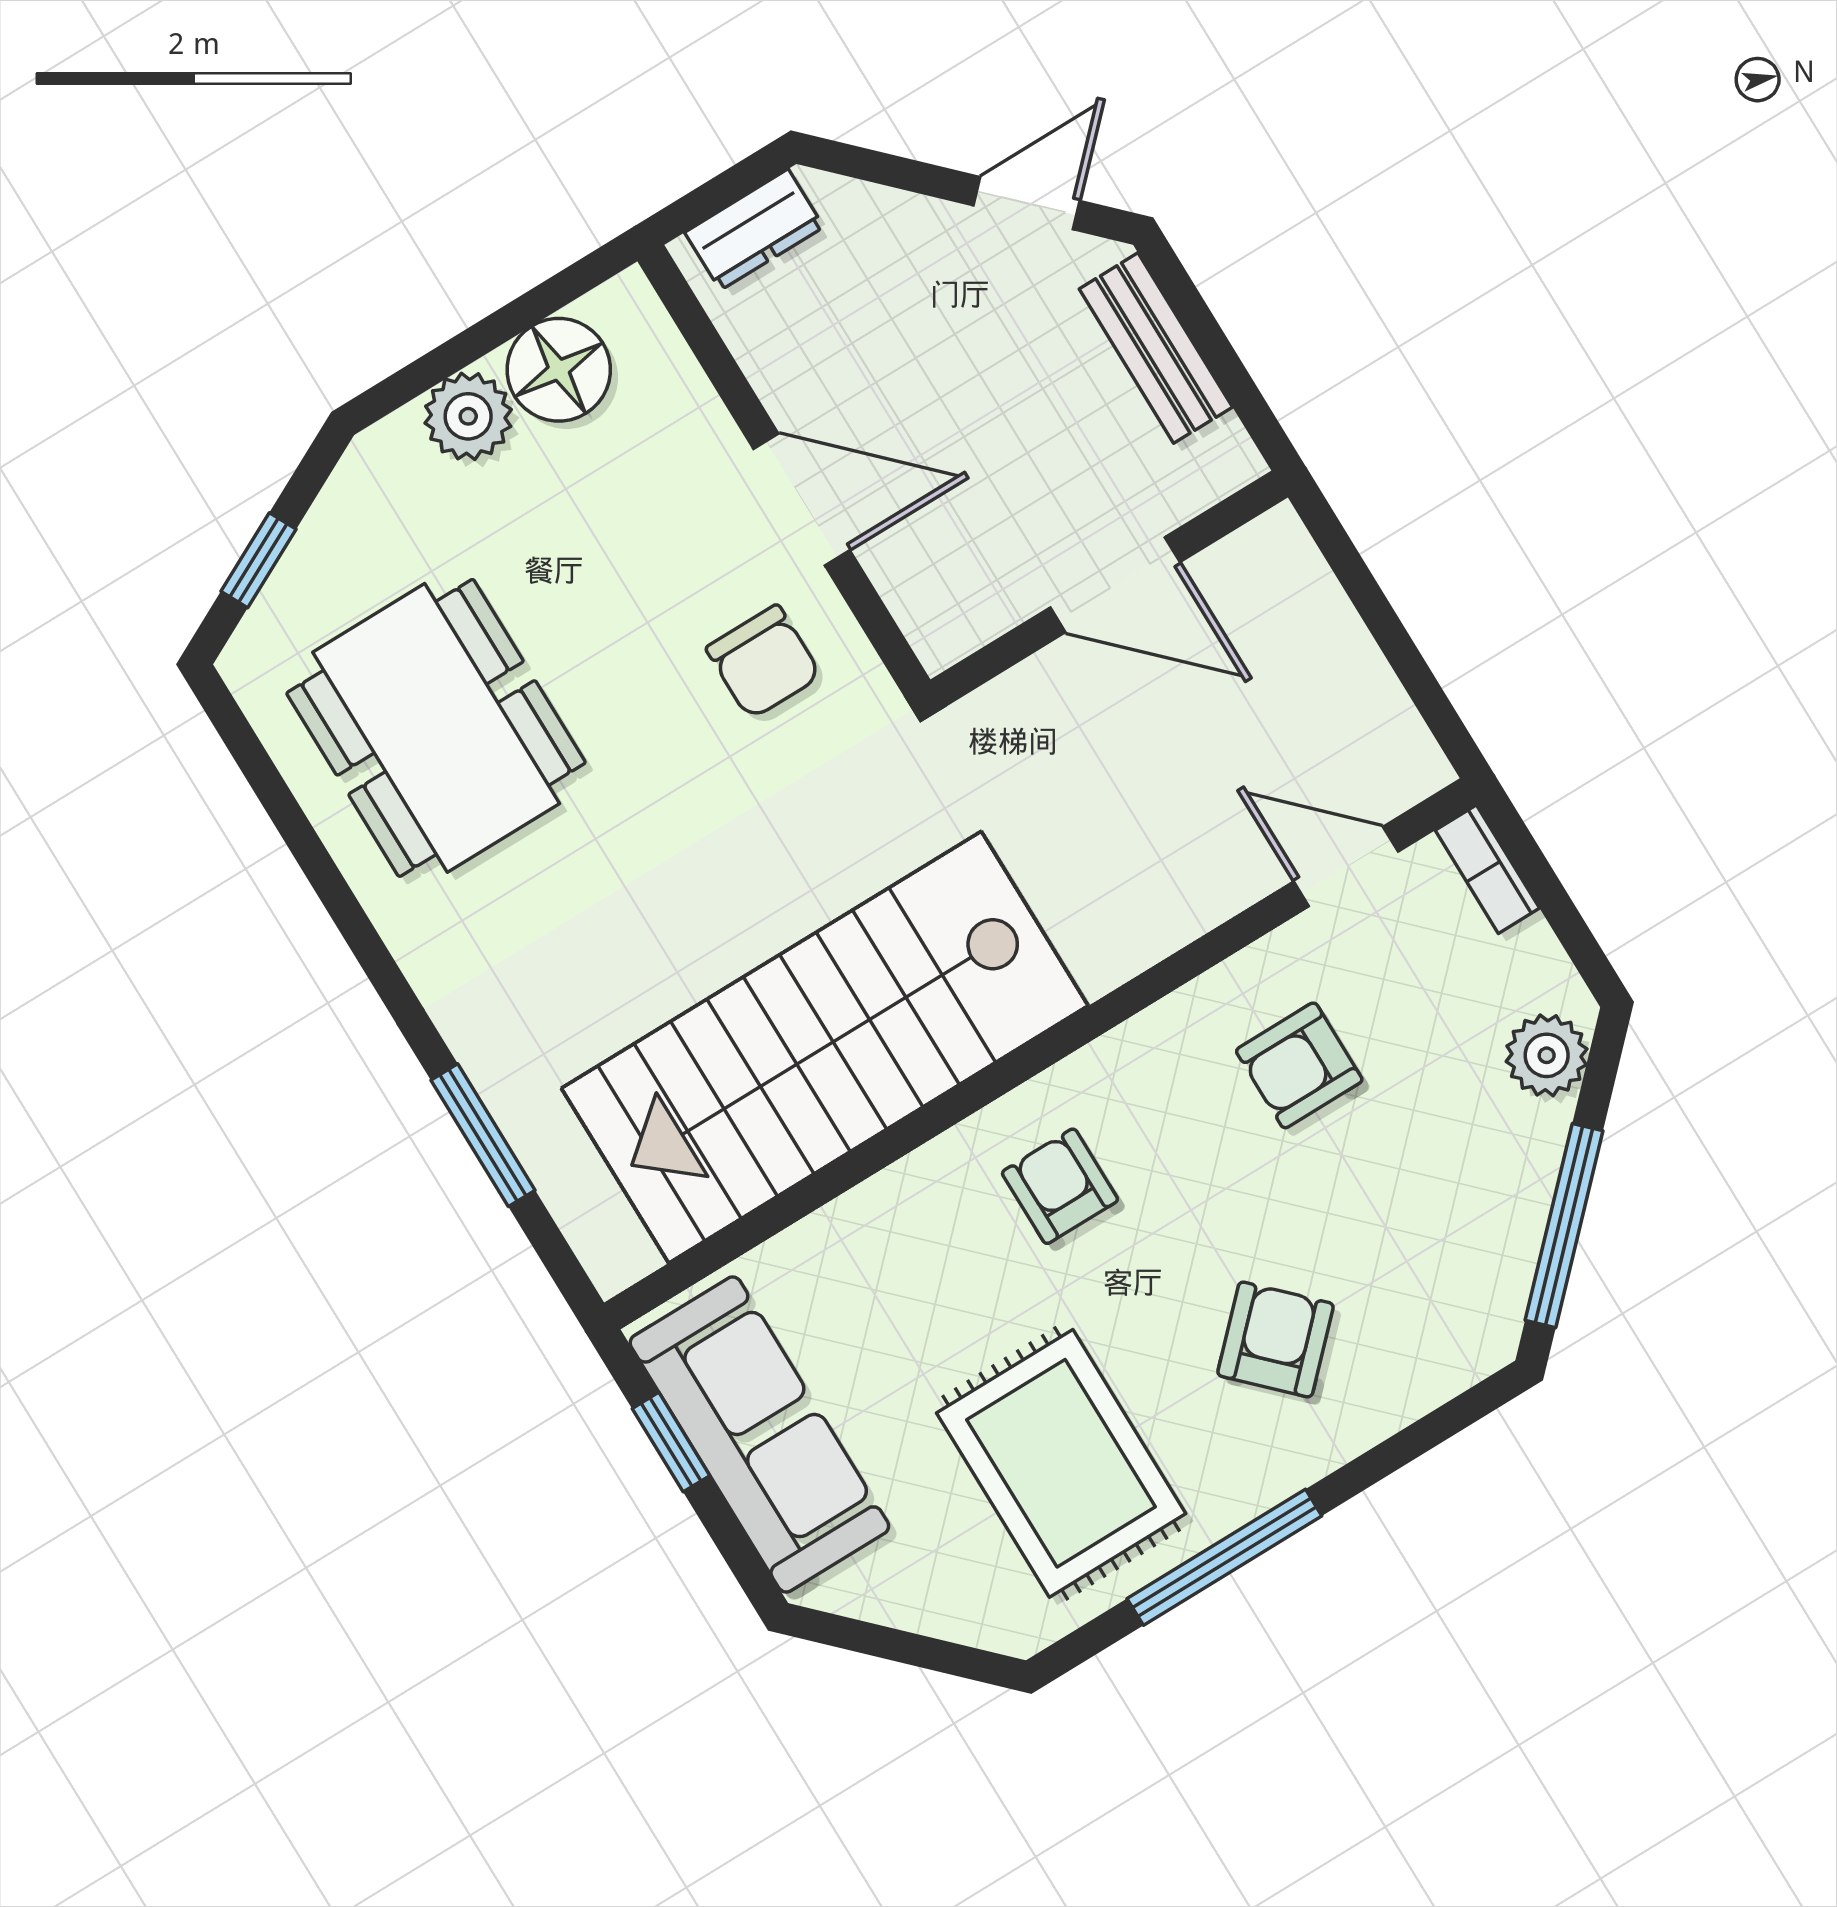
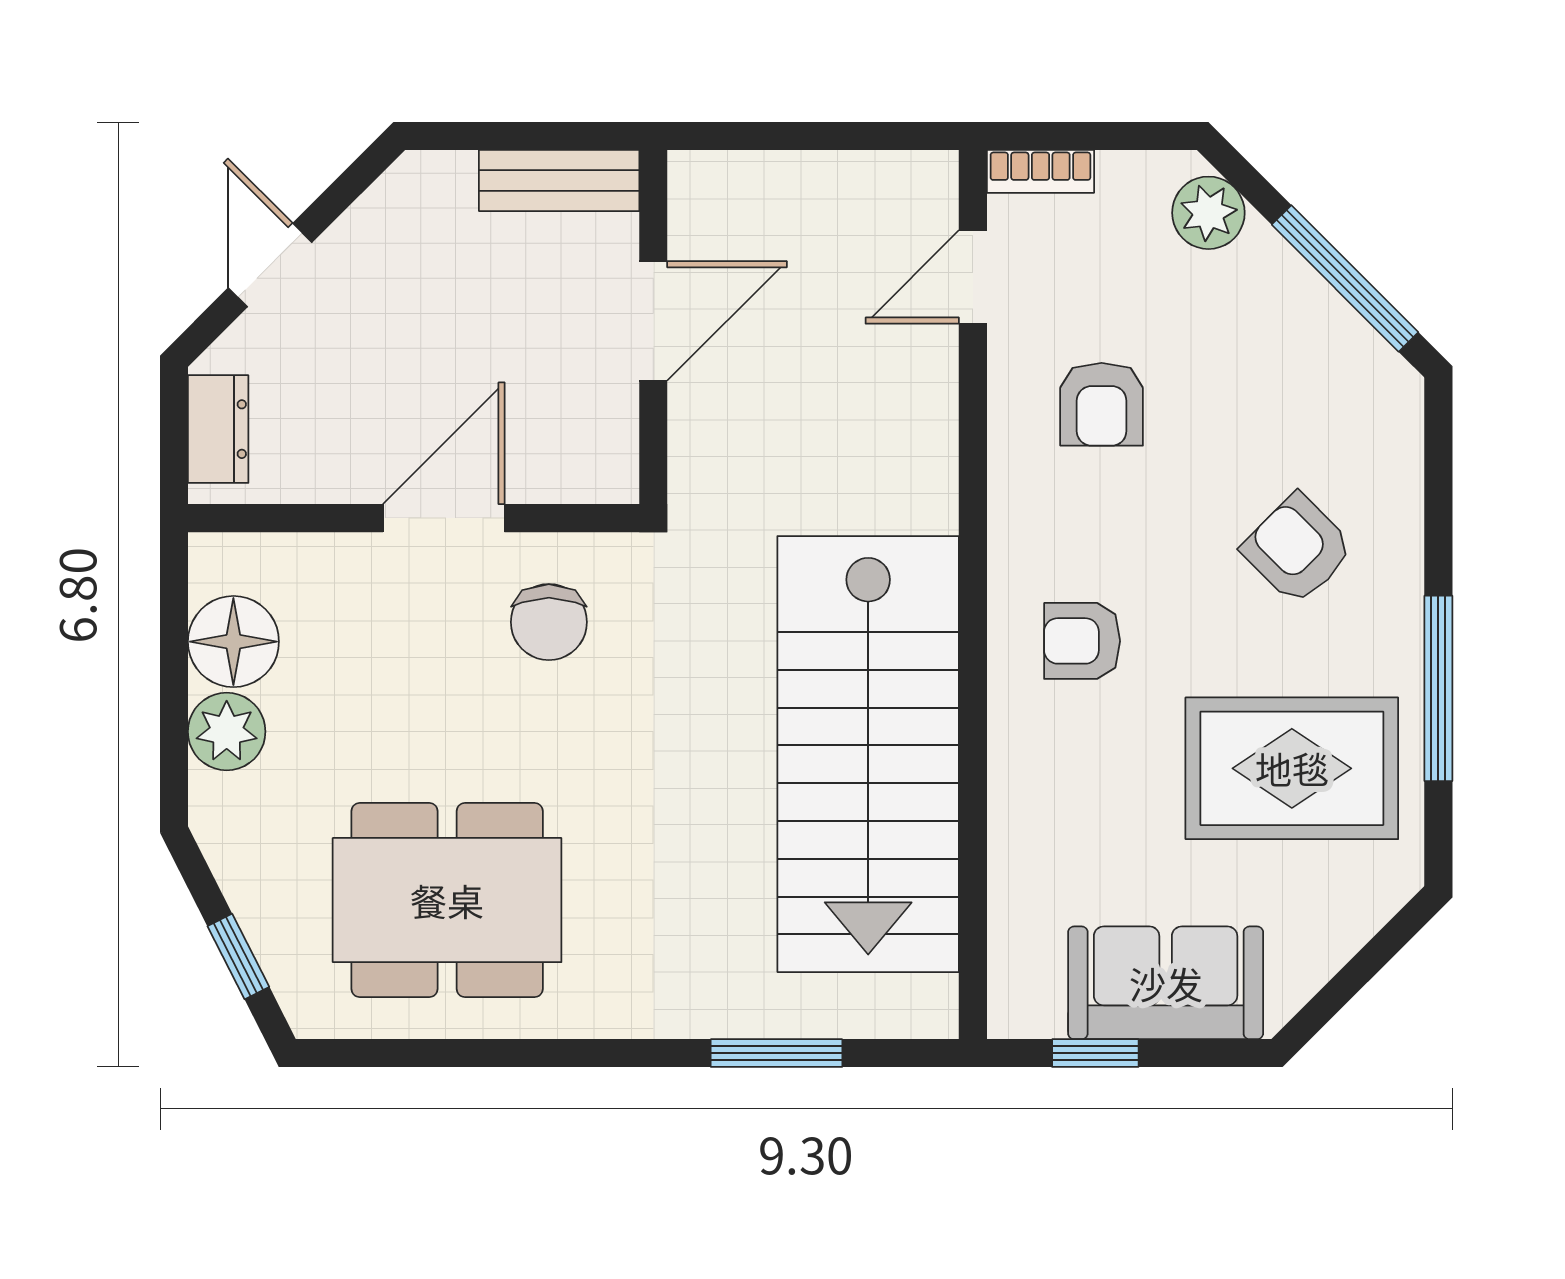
door: (1027, 203) -> (270, 265), moved
bench: (1156, 348) -> (559, 181), moved
chair: (764, 662) -> (549, 622), turned 90
sofa: (759, 1434) -> (1166, 983), width x0.73

